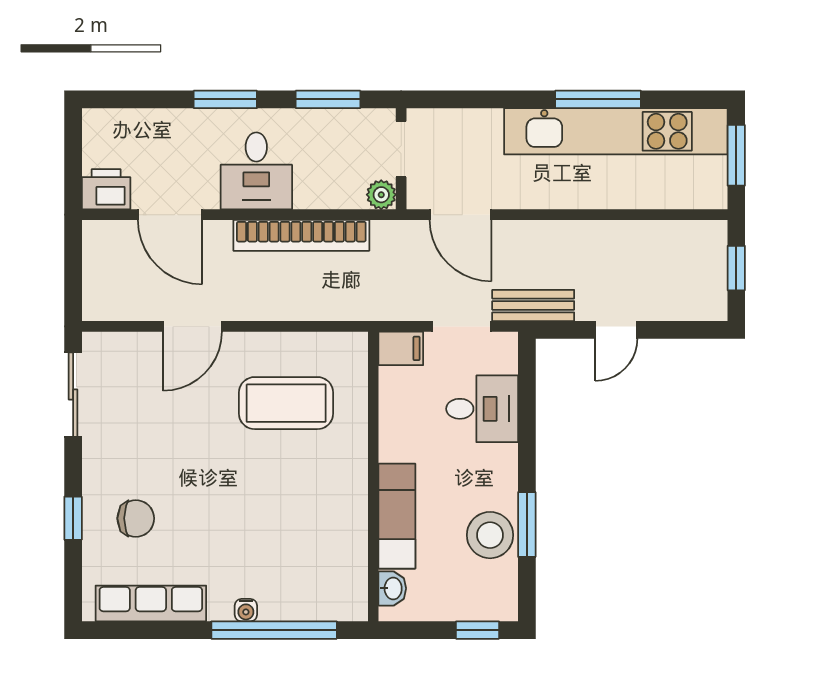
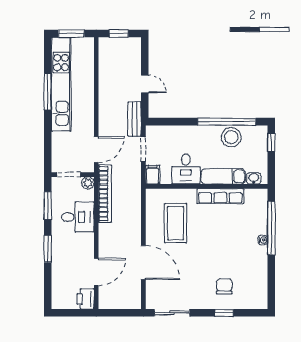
desk: (256, 171) -> (78, 217), moved
bookcase: (301, 235) -> (105, 194), moved
door: (192, 326) -> (143, 263), width x1.36
desk: (482, 409) -> (186, 169), moved, turned 180
window: (527, 525) -> (227, 122), width x2.11
row of seats: (151, 603) -> (220, 196), moved, turned -90

